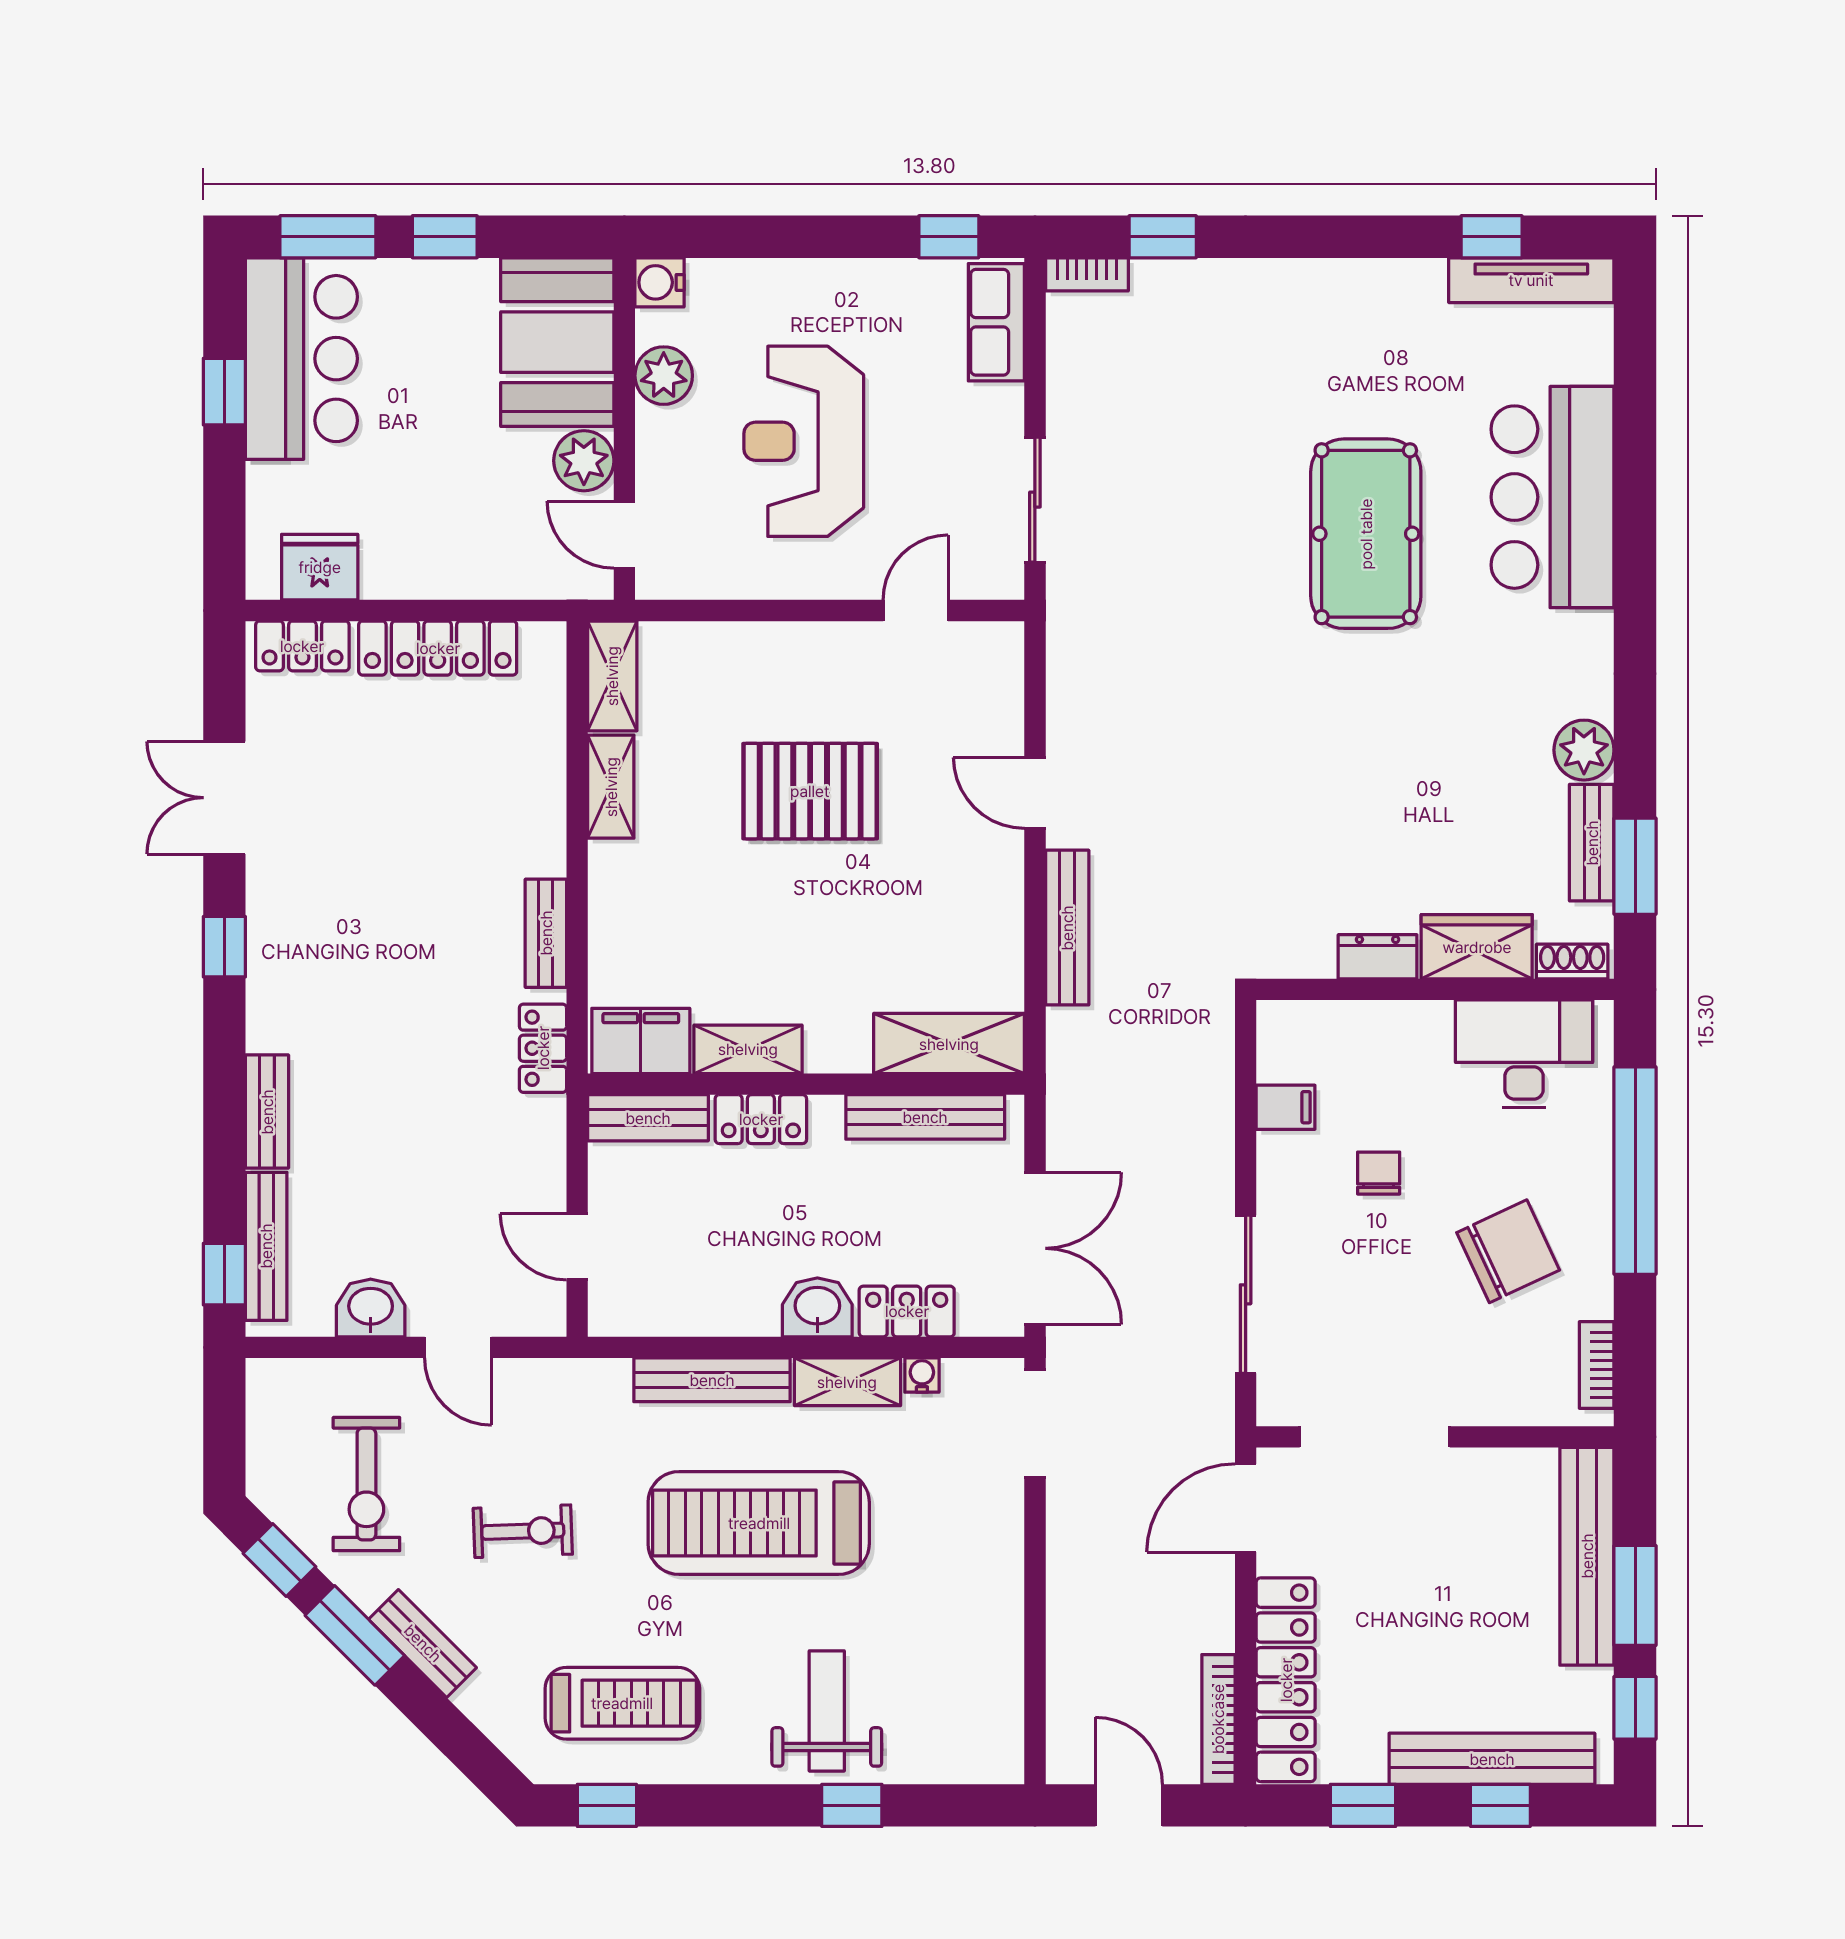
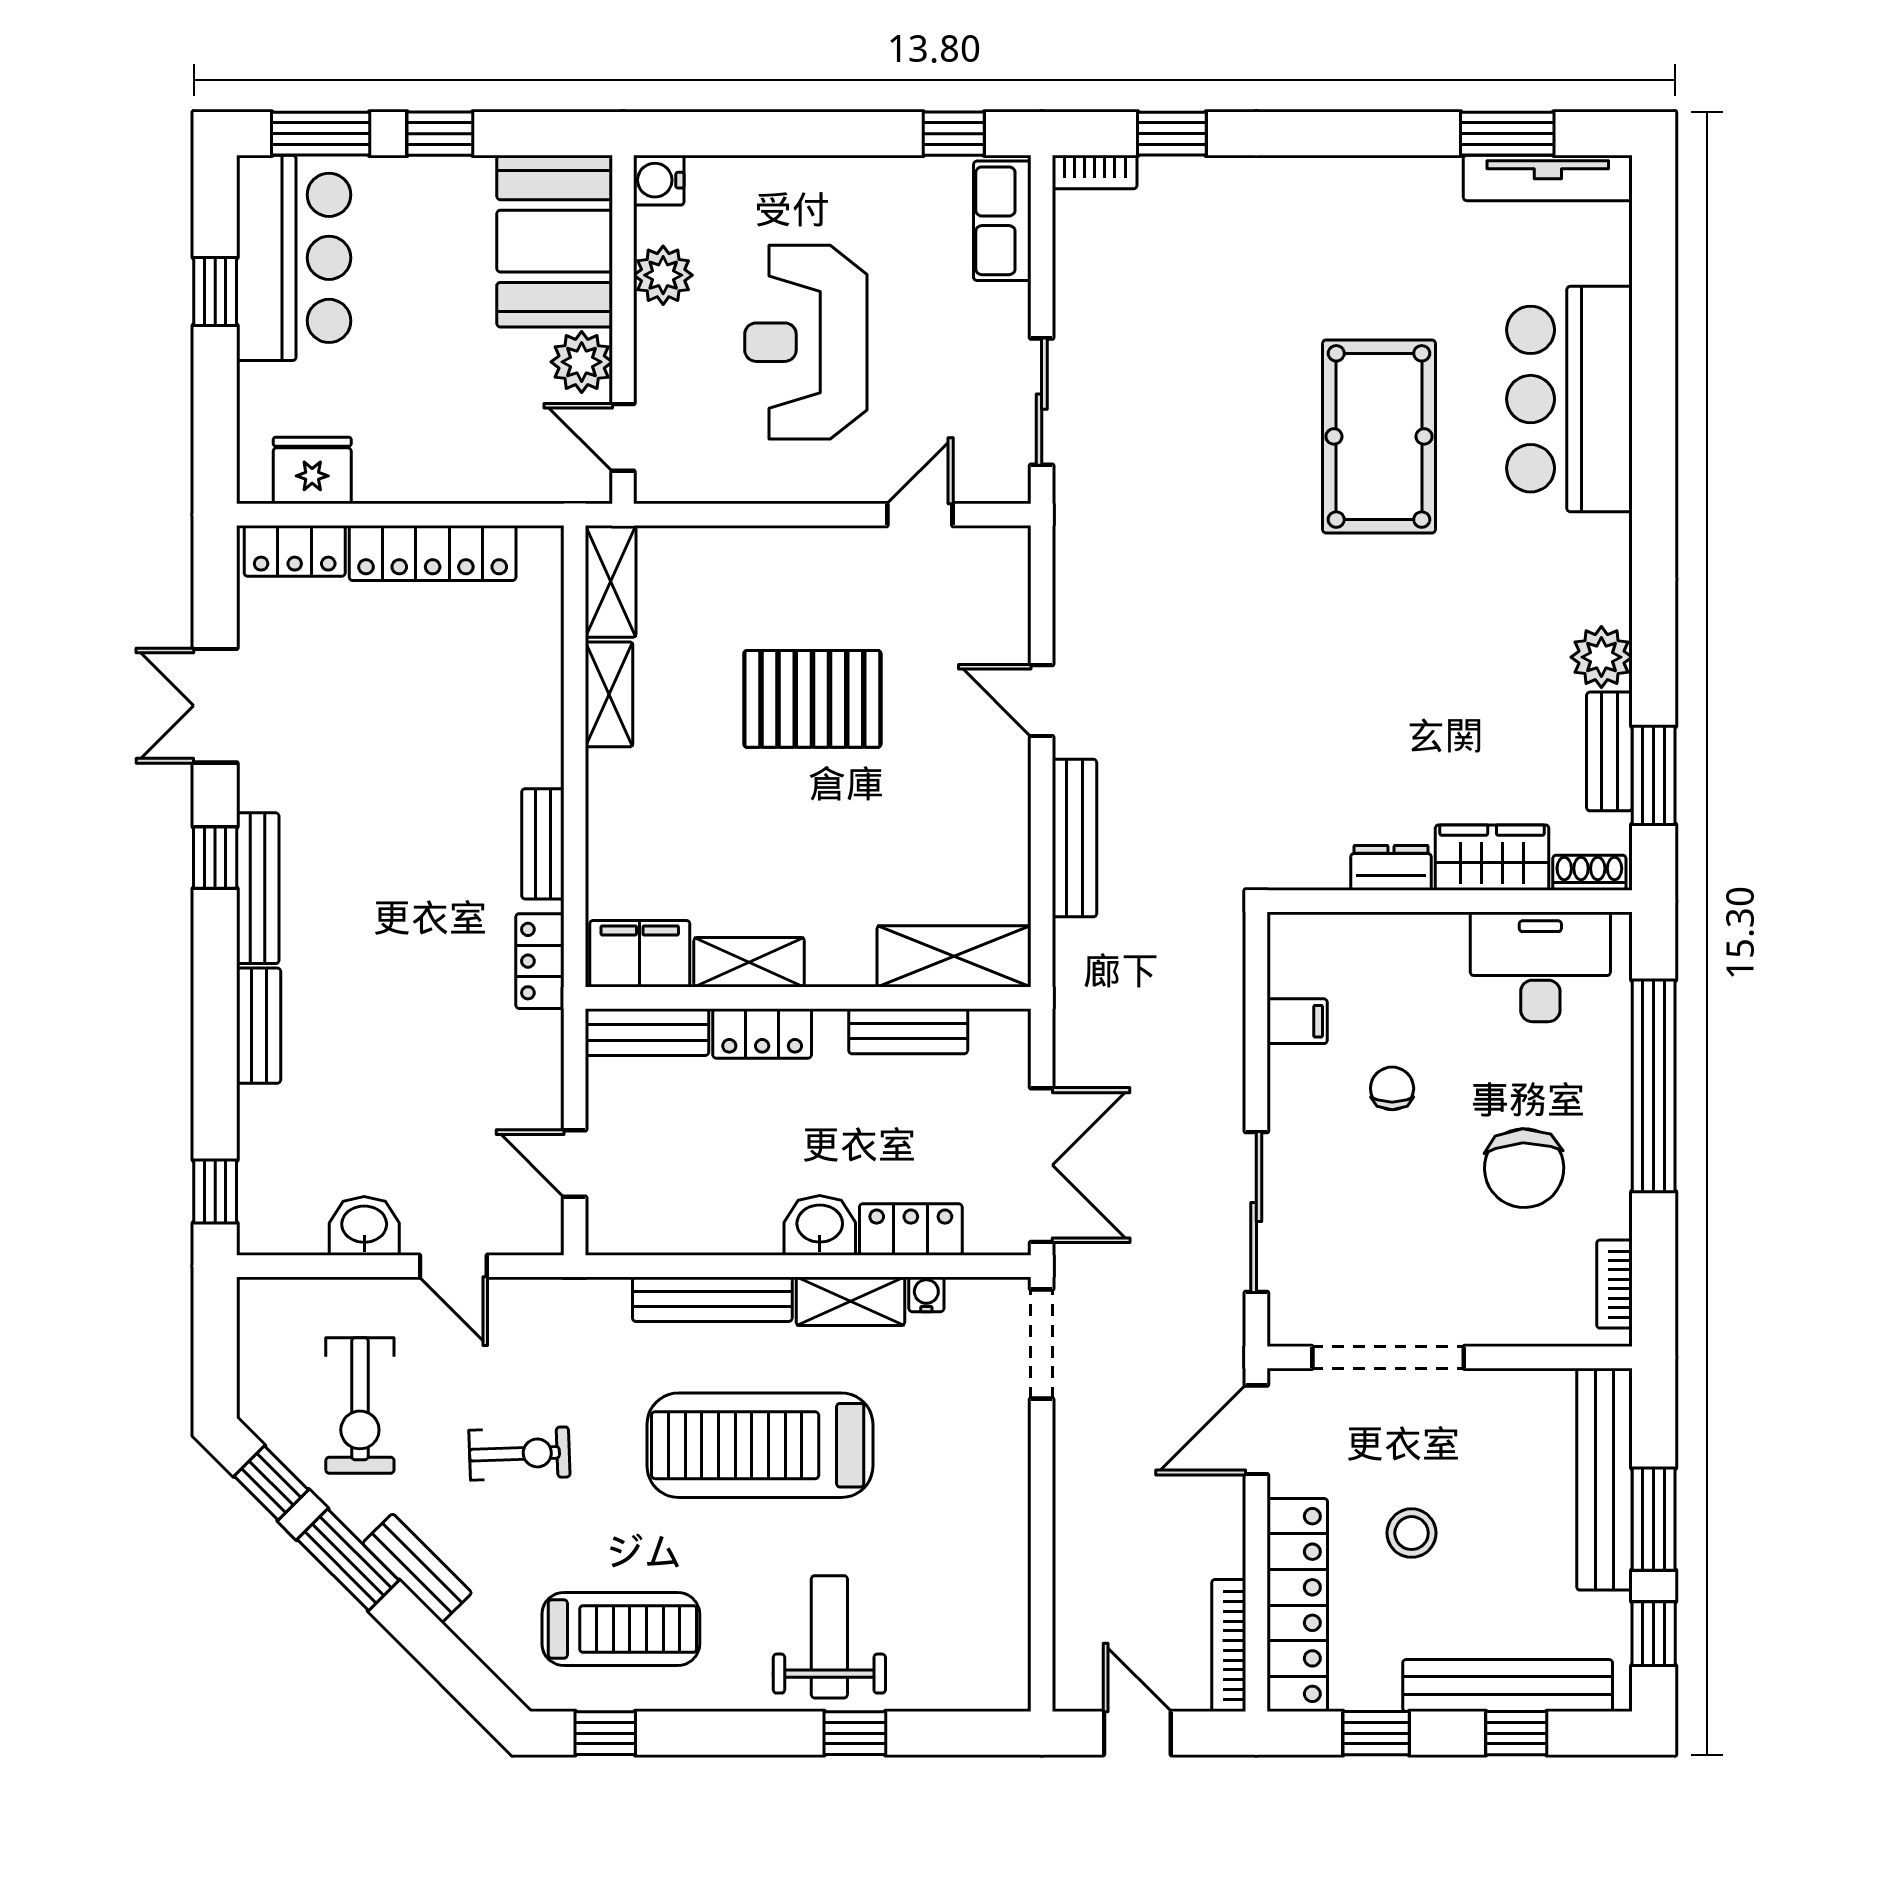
window: (1492, 237) -> (1507, 134), width x1.50
bench: (925, 1117) -> (908, 1031), width x0.73
bench: (266, 1246) -> (258, 888), moved
chair: (1508, 1251) -> (1524, 1168), turned 113
stool: (1398, 1609) -> (1412, 1533), added

